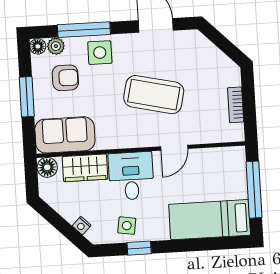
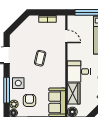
coffee table: (154, 95) -> (40, 58), width x0.54, depth x0.58
door: (174, 148) -> (66, 36), moved

